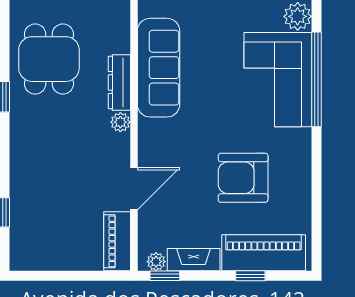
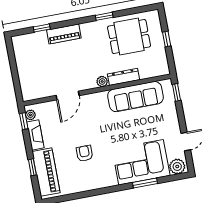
window: (316, 79) -> (145, 183), width x0.47
armchair: (243, 178) -> (85, 153), width x0.53, depth x0.53
door: (134, 189) -> (68, 96), hinge flipped
piano: (117, 241) -> (64, 34), moved, turned 180

